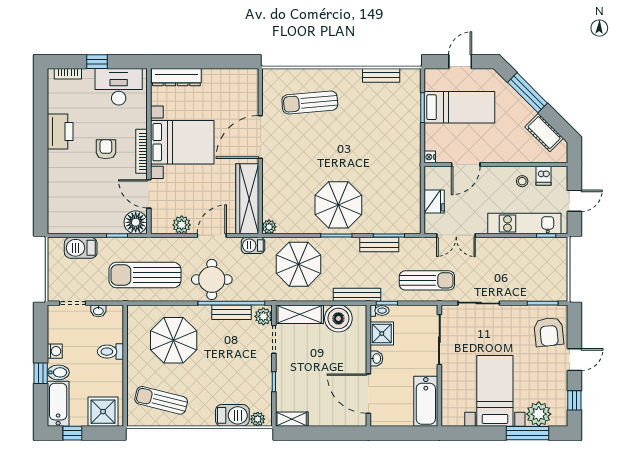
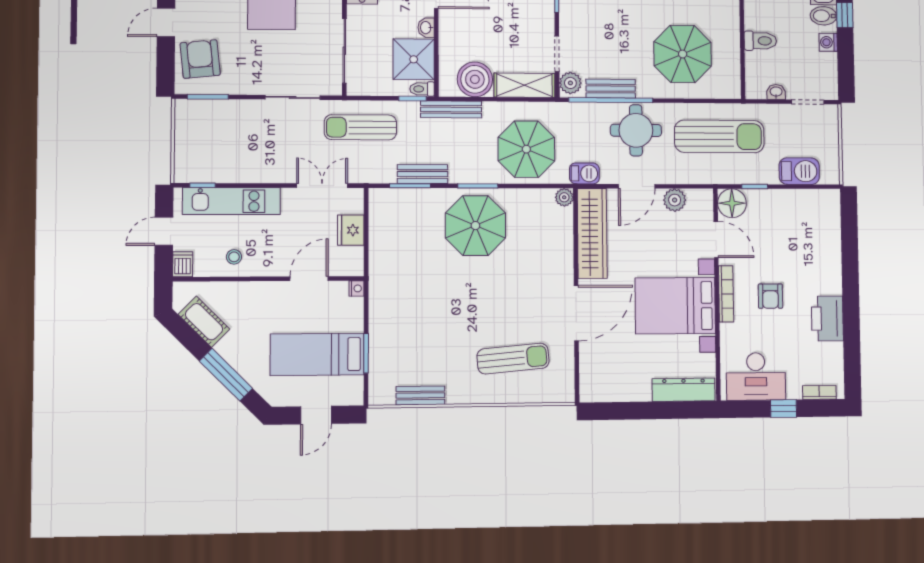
dishwasher: (544, 176) -> (183, 264), moved
shower: (382, 334) -> (414, 59), width x1.36, depth x1.36

